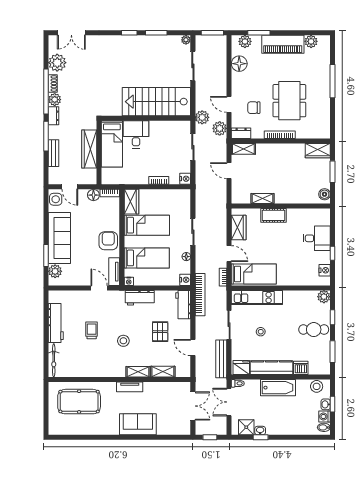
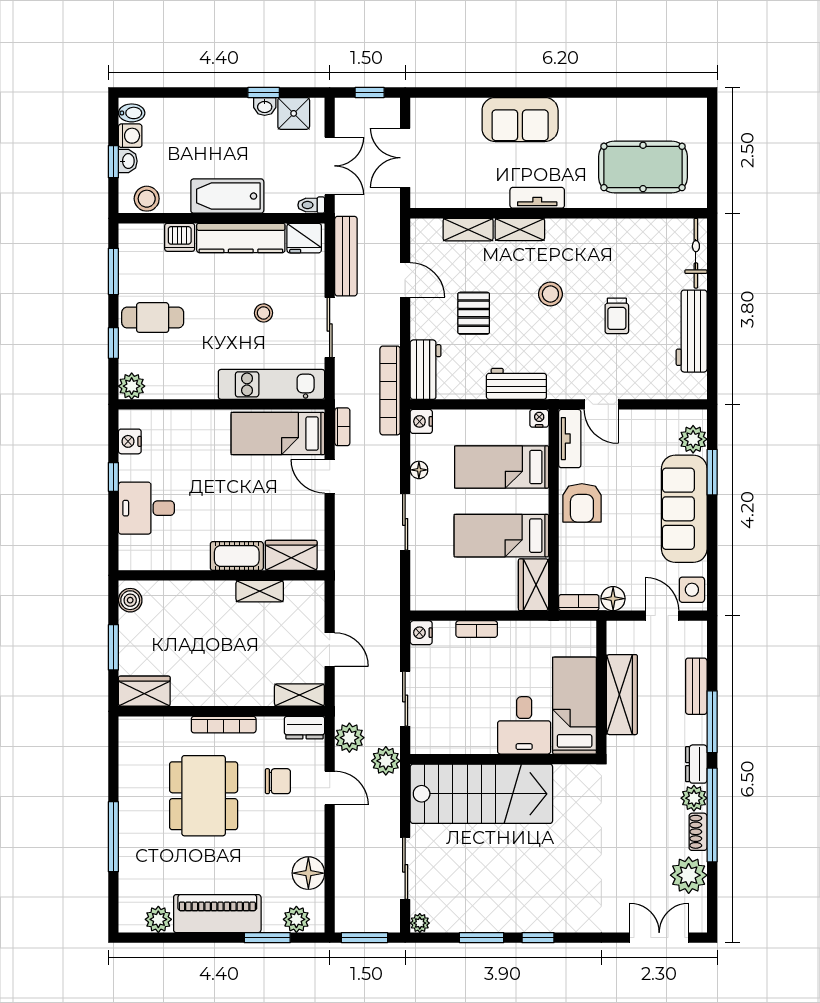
wardrobe: (239, 228) -> (291, 555), moved, turned 90

